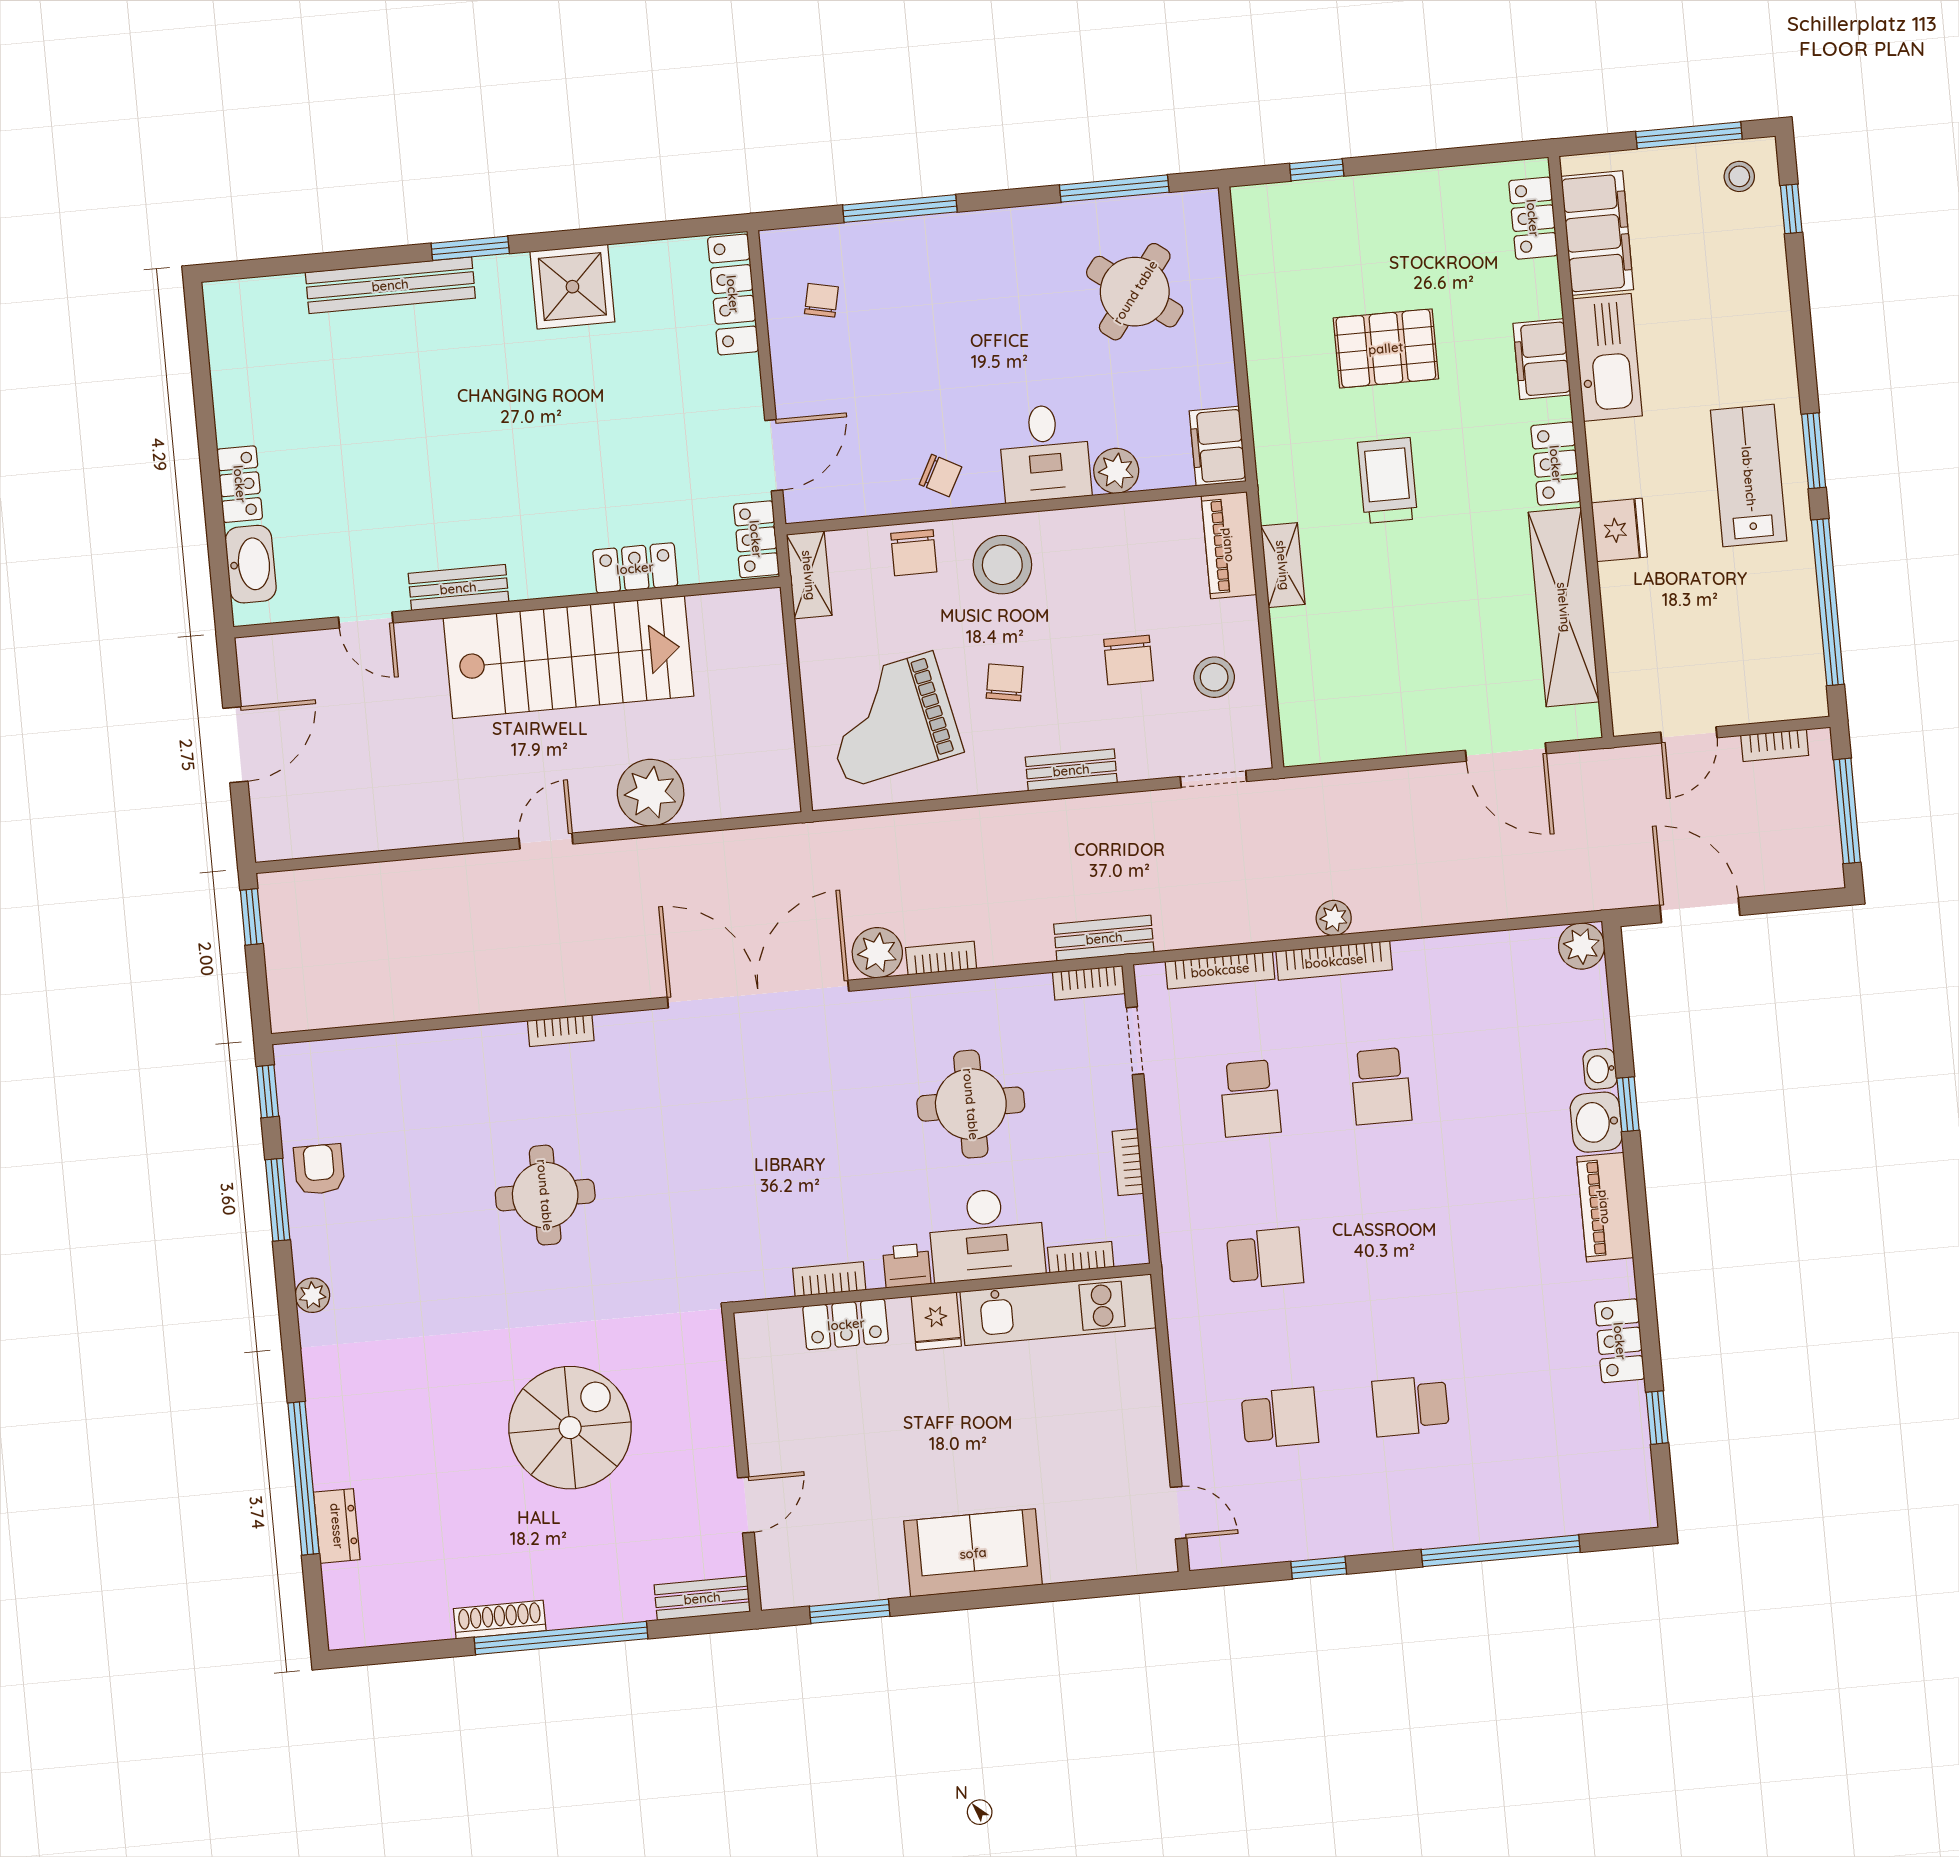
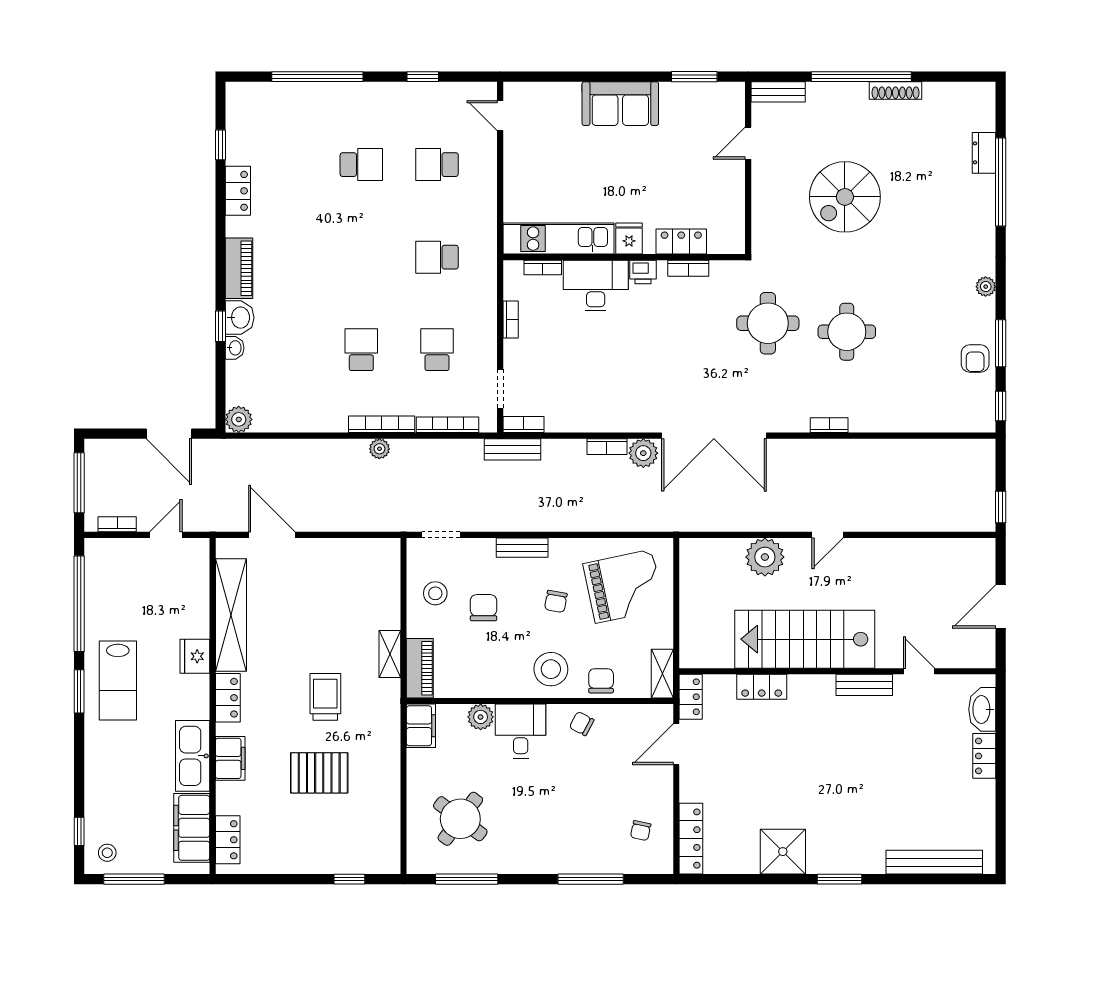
bench: (390, 285) -> (934, 862), moved
trolley: (1388, 481) -> (325, 697), turned 180
round table: (971, 1104) -> (768, 323), moved

